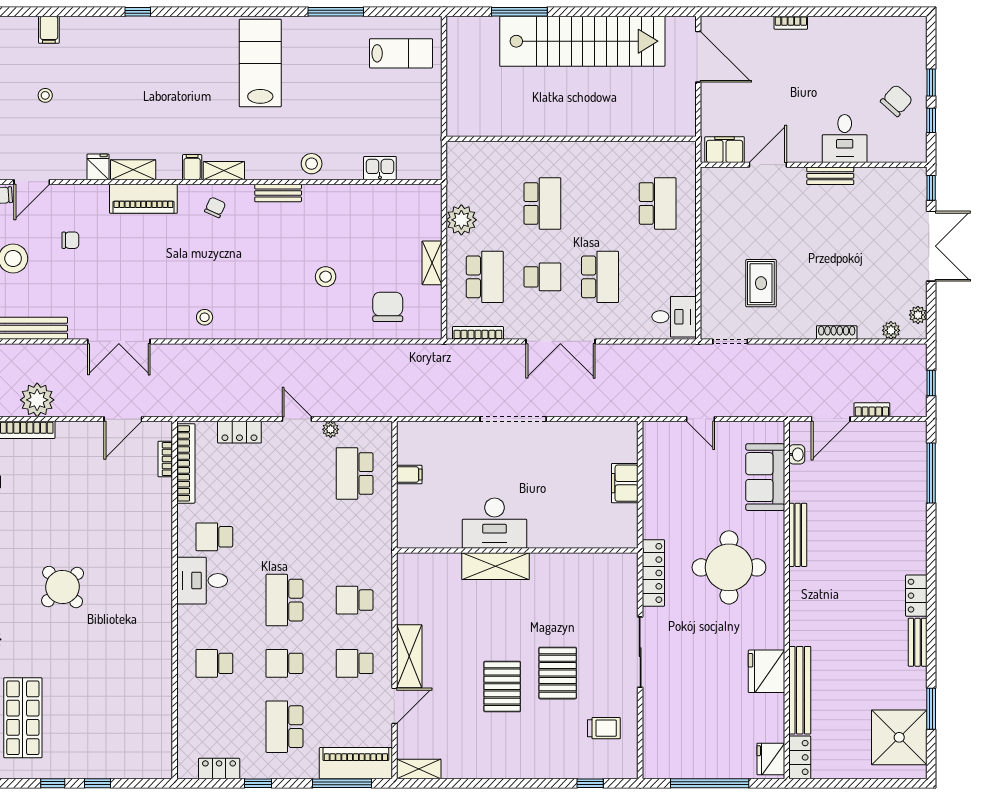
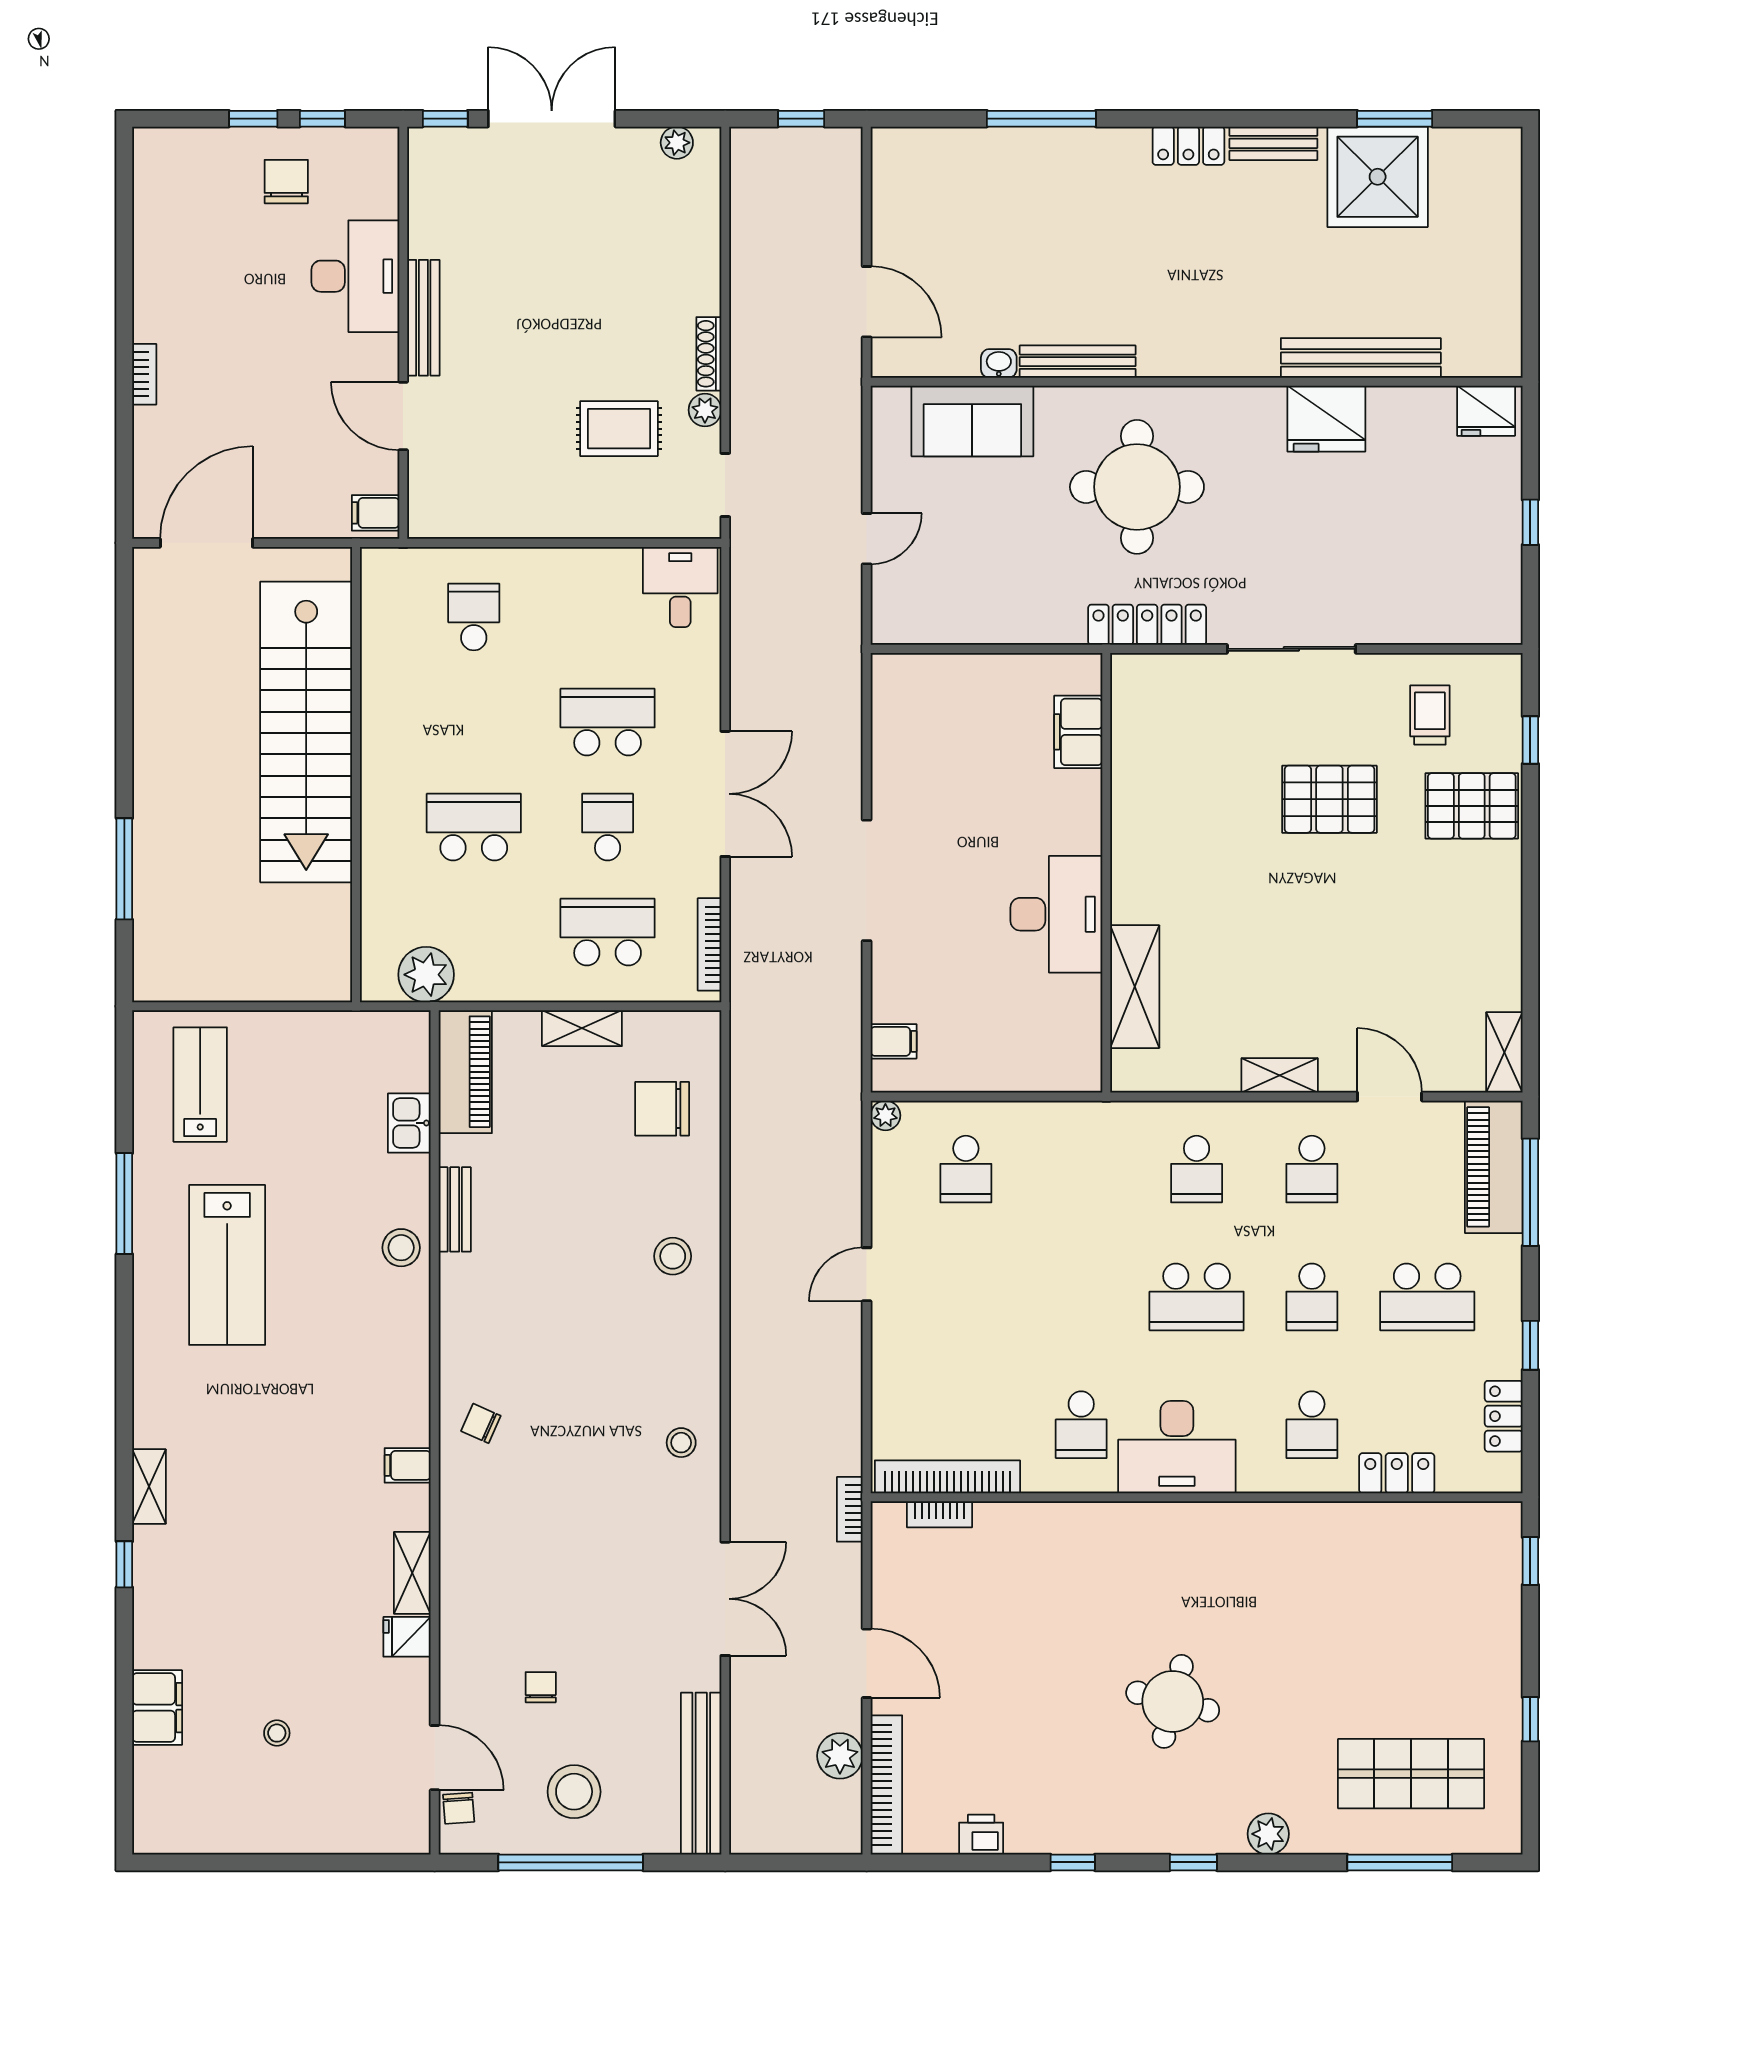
filing cabinet: (49, 30) -> (157, 1708), width x2.00
stairs: (582, 41) -> (306, 732), moved, turned 180
lab bench: (260, 63) -> (227, 1265), moved, turned -90
chair: (897, 101) -> (286, 182), turned 48
desk: (845, 138) -> (355, 276), width x1.37
filing cabinet: (725, 150) -> (376, 513), width x0.50
shelving: (224, 171) -> (149, 1487), moved
bench: (830, 176) -> (423, 318), width x1.36
bench: (278, 193) -> (455, 1209), moved
piano: (143, 199) -> (465, 1072), moved
school desk: (658, 203) -> (474, 617), width x0.54
plant: (461, 220) -> (426, 975), moved
stool: (326, 277) -> (673, 1256), moved
plant: (891, 330) -> (705, 410), moved
shoe rack: (837, 332) -> (709, 354), moved
plant: (37, 400) -> (840, 1756), width x0.73, depth x0.73
bookcase: (872, 410) -> (850, 1509), moved
door: (123, 419) -> (867, 1663), moved
plant: (331, 429) -> (885, 1115), moved
locker: (239, 432) -> (1397, 1473), moved, turned -90
washbasin: (797, 454) -> (999, 363), moved
school desk: (355, 473) -> (966, 1169), width x0.54
window: (931, 473) -> (1041, 119), moved
filing cabinet: (409, 475) -> (894, 1041), moved, turned 90
filing cabinet: (625, 483) -> (1078, 732), moved, turned 90
shelving: (496, 566) -> (1135, 987), moved
desk: (202, 581) -> (1177, 1447), width x1.37
round table: (63, 587) -> (1173, 1701), turned -33
shelving: (409, 656) -> (1280, 1075), width x0.67, depth x0.75
pallet: (502, 687) -> (1472, 806), moved
shower: (899, 737) -> (1378, 177), moved
locker: (800, 757) -> (1483, 358), removed
window: (98, 783) -> (1530, 1561), moved
window: (710, 783) -> (1530, 522), width x0.32

